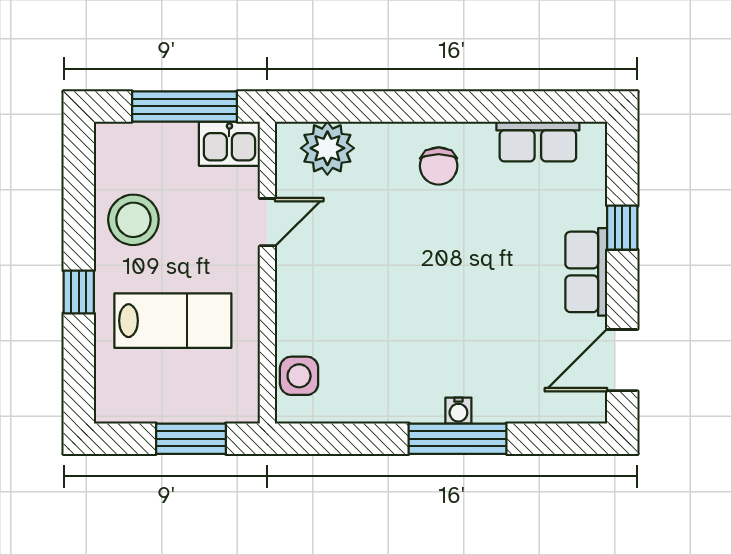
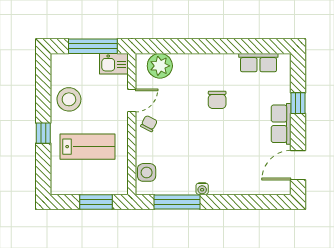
chair: (439, 166) -> (217, 100), moved
chair: (304, 271) -> (149, 124), added
water cooler: (458, 411) -> (202, 189), moved
window: (458, 439) -> (177, 202), moved

